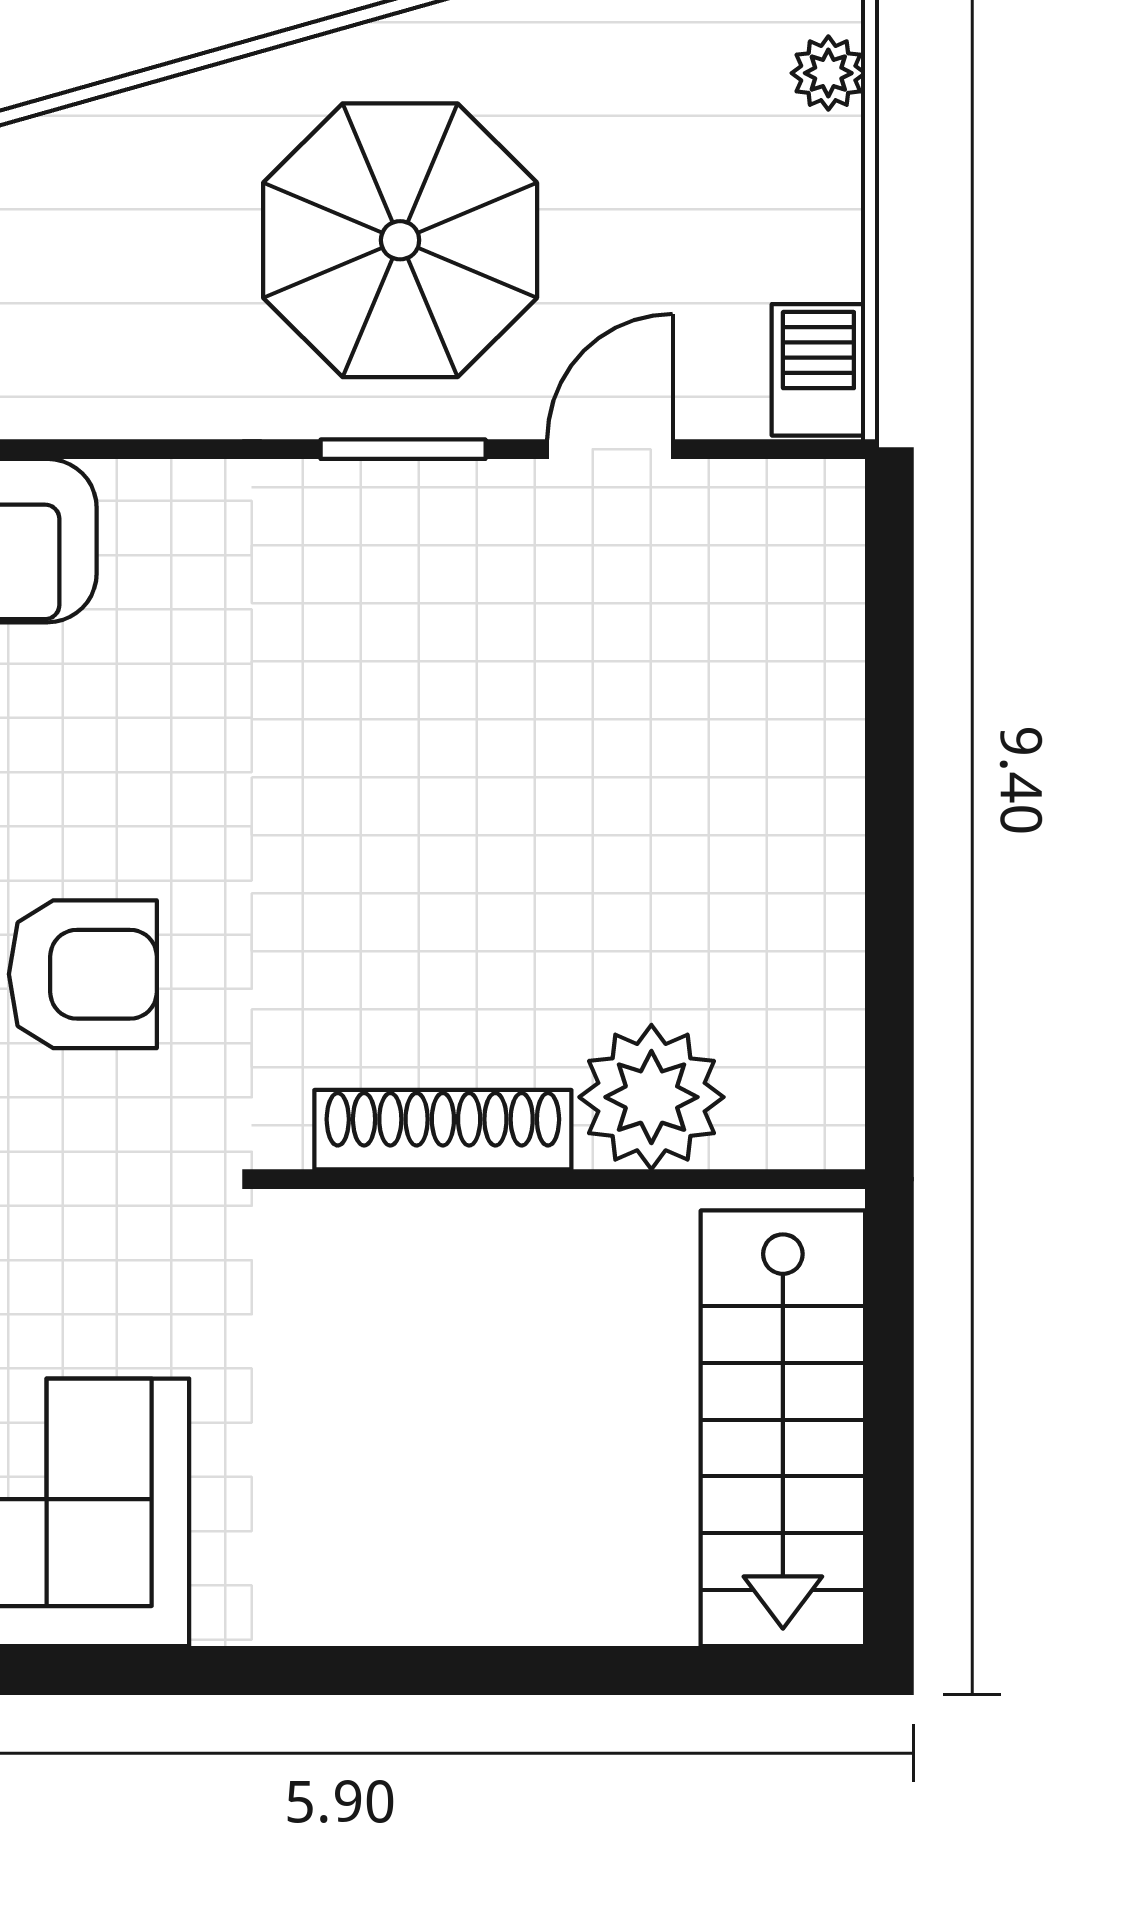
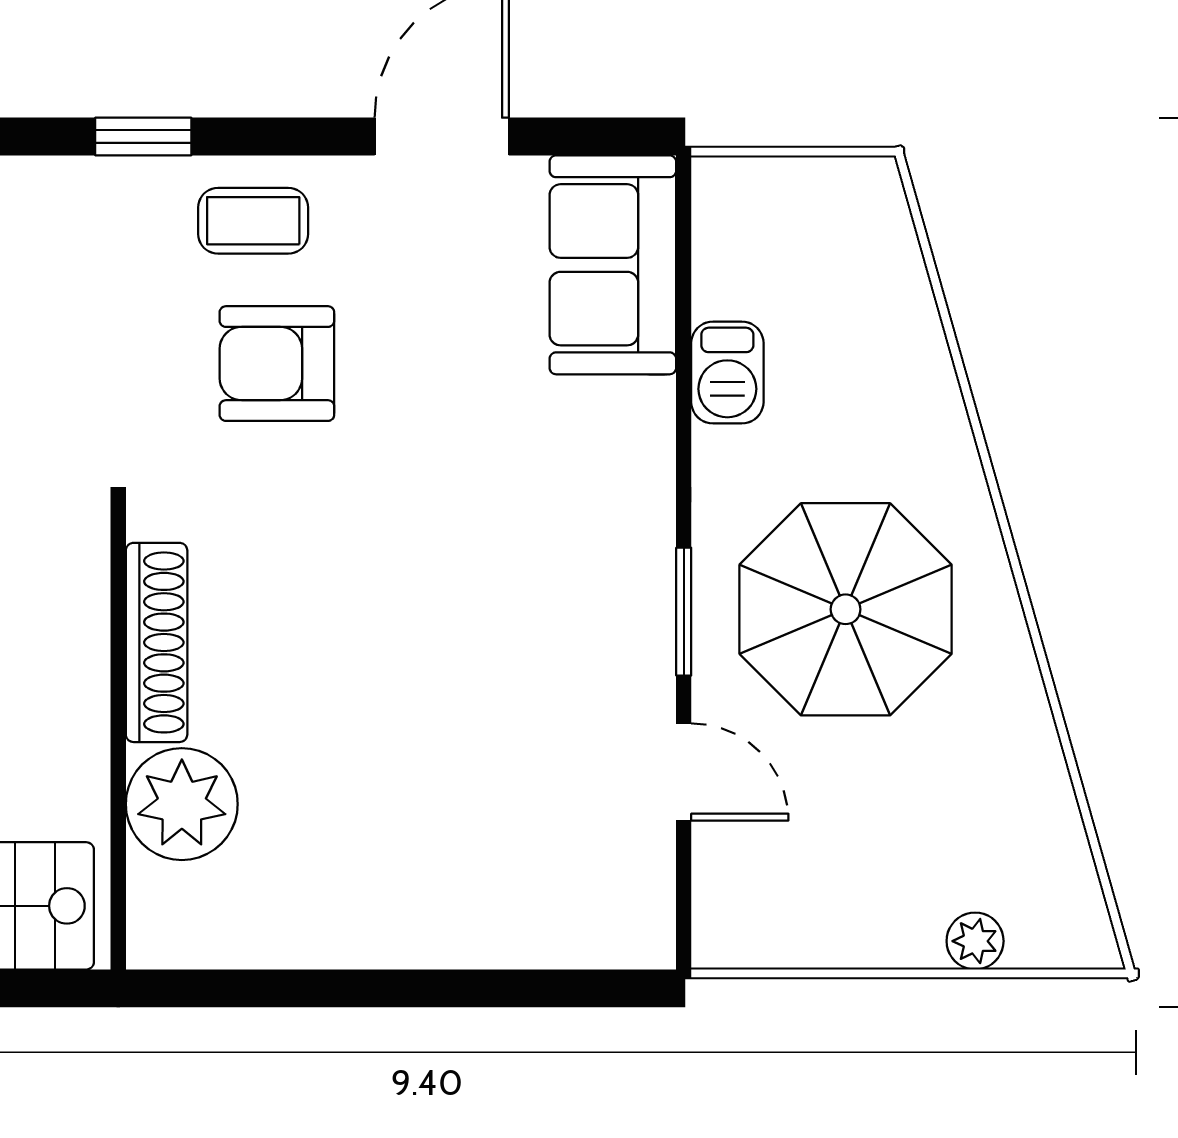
barbecue: (818, 370) -> (727, 373), moved, turned 90
armchair: (83, 974) -> (277, 364), turned 90

